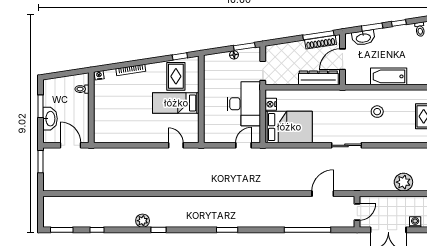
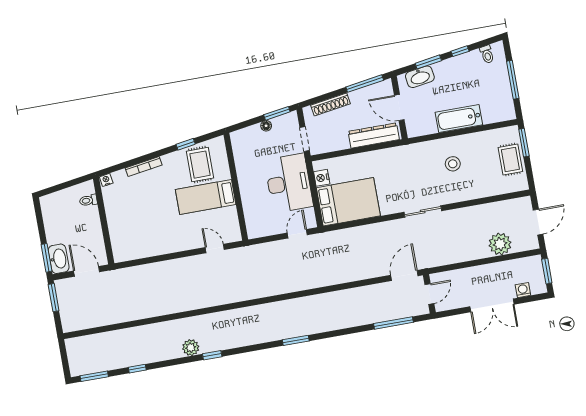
shoe rack: (321, 42) -> (331, 104), moved
window: (180, 56) -> (186, 144), moved
door: (343, 59) -> (399, 107), hinge flipped
window: (40, 106) -> (46, 258), moved
washbasin: (50, 119) -> (59, 259), moved
door: (357, 212) -> (429, 294), moved
wall: (357, 212) -> (429, 294), moved
window: (307, 230) -> (393, 323), width x0.68

